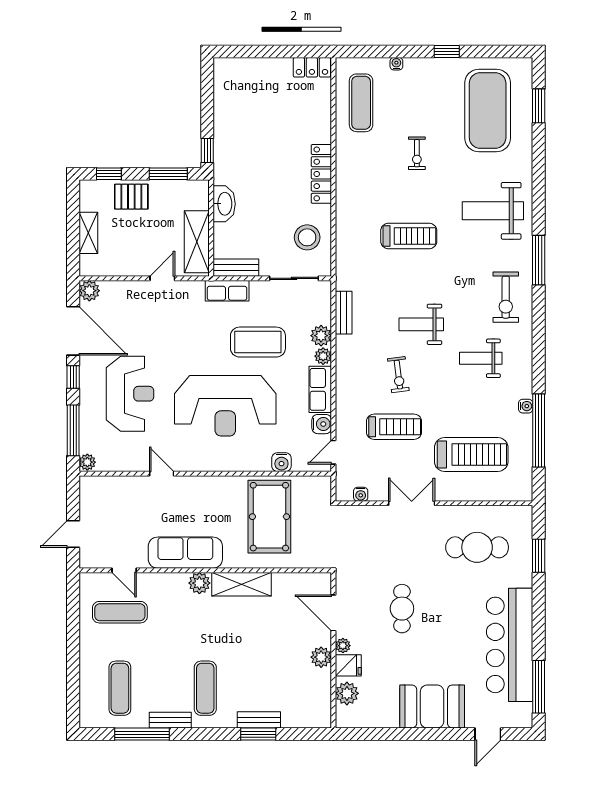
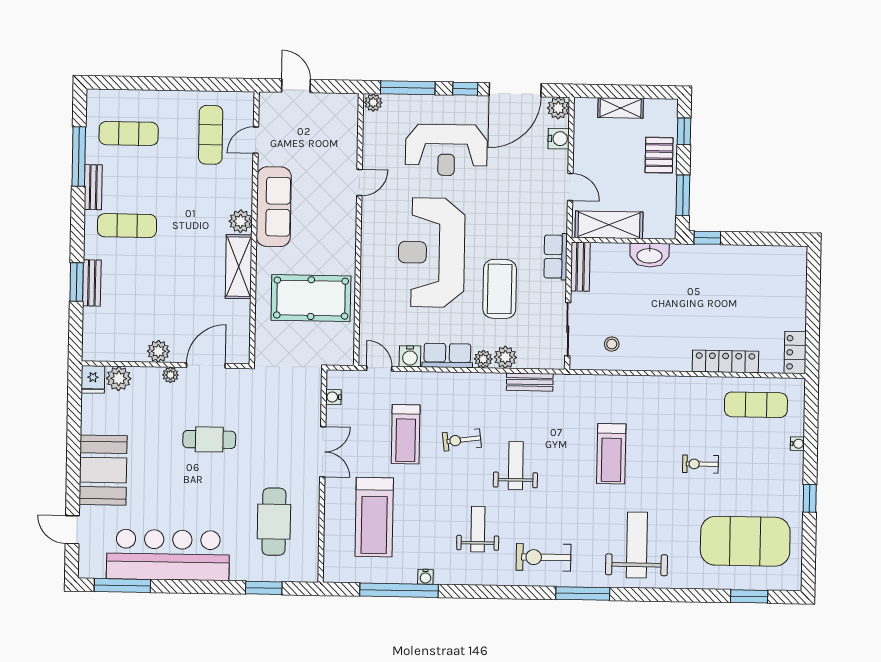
locker: (321, 174) -> (725, 361), moved
stool: (307, 237) -> (612, 344), width x0.53, depth x0.53
water cooler: (281, 462) -> (559, 139), moved, turned 180
fridge: (348, 665) -> (93, 379), moved

